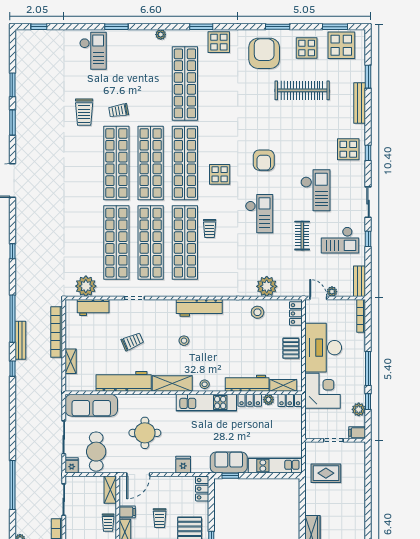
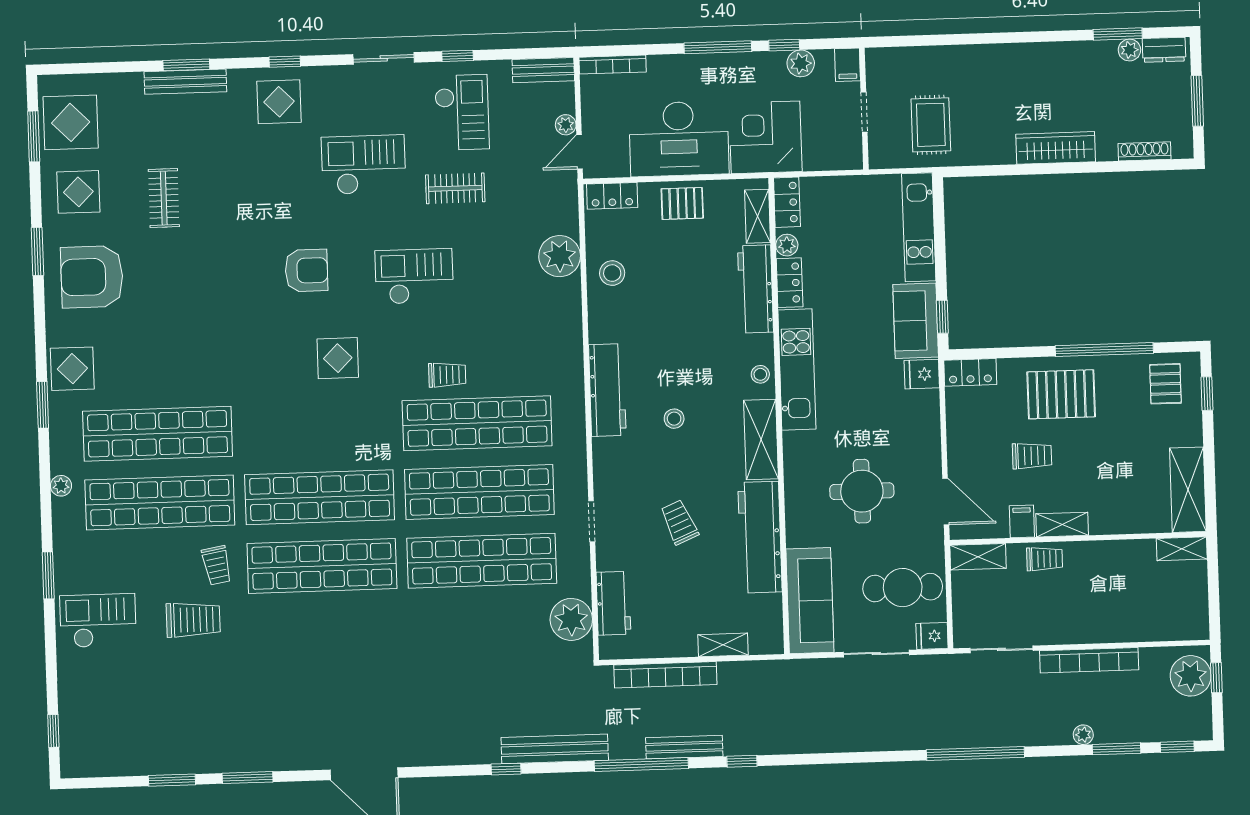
window: (368, 77) -> (186, 65), moved
clothes rail: (302, 90) -> (164, 198), width x0.54, depth x0.76
trolley: (84, 112) -> (193, 620), moved
shop shelf: (185, 163) -> (160, 503), moved
bench: (22, 276) -> (555, 749), added
fridge: (183, 465) -> (922, 374), moved

